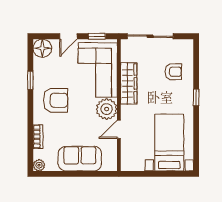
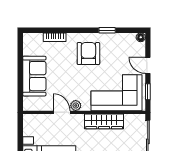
floor lamp: (42, 48) -> (141, 37), width x0.53, depth x0.53
armchair: (56, 100) -> (88, 54), turned 180
plant: (107, 109) -> (76, 105), width x0.53, depth x0.53
plant: (39, 165) -> (28, 38), removed

